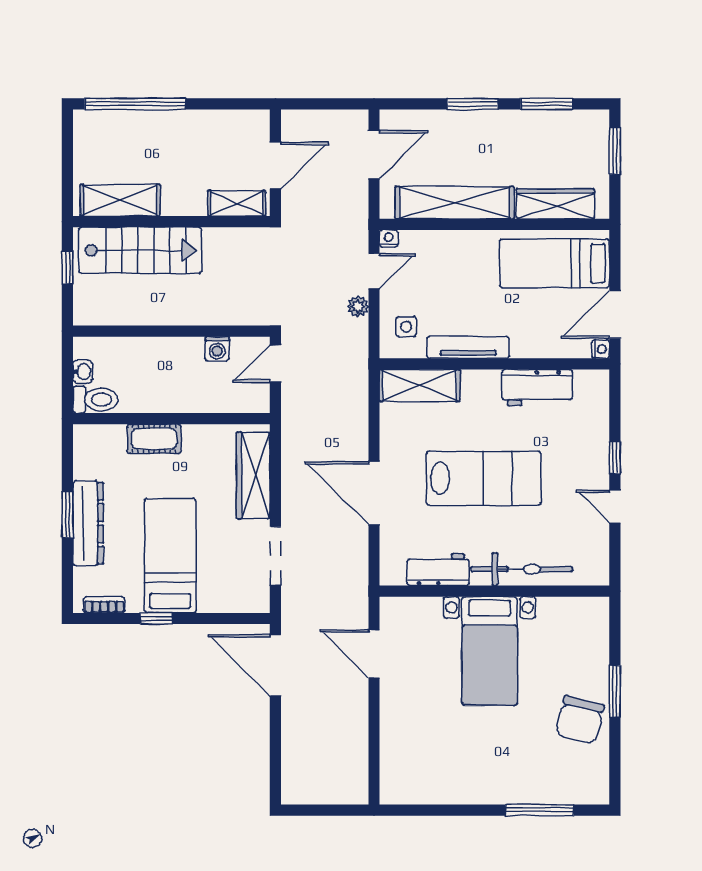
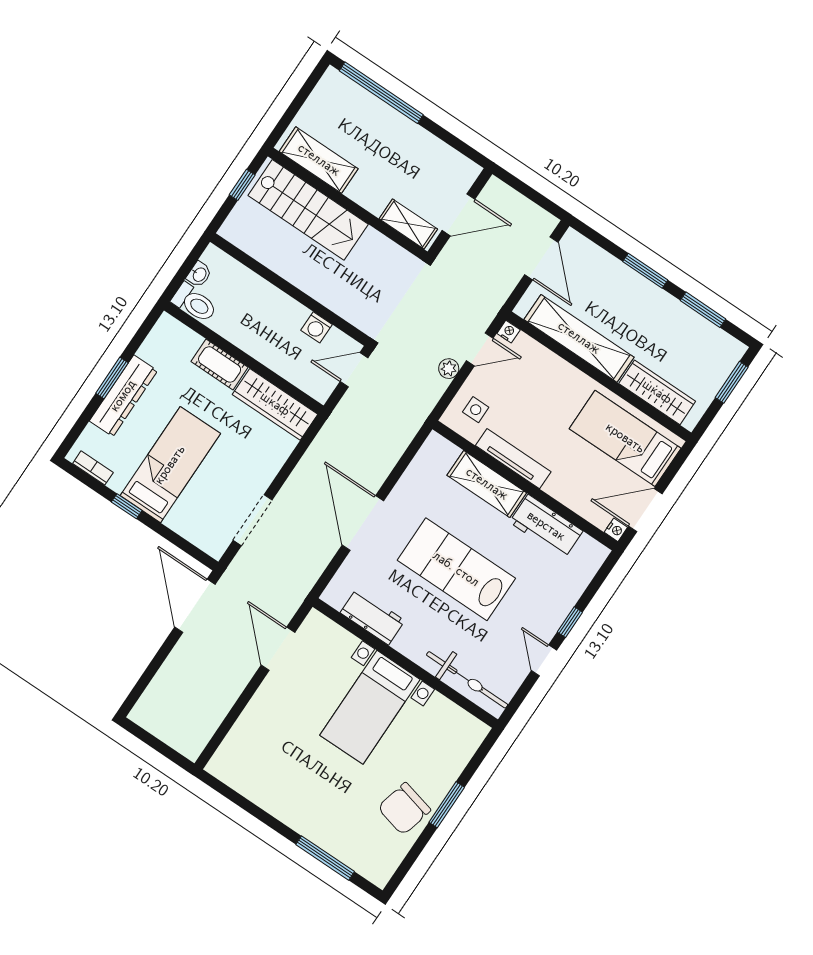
door: (374, 155) -> (541, 258), hinge flipped
shelving: (420, 385) -> (487, 484), moved
wardrobe: (253, 475) -> (275, 404), moved, turned -90
lab bench: (484, 478) -> (456, 569), turned 180
bicycle: (522, 569) -> (467, 680), moved

